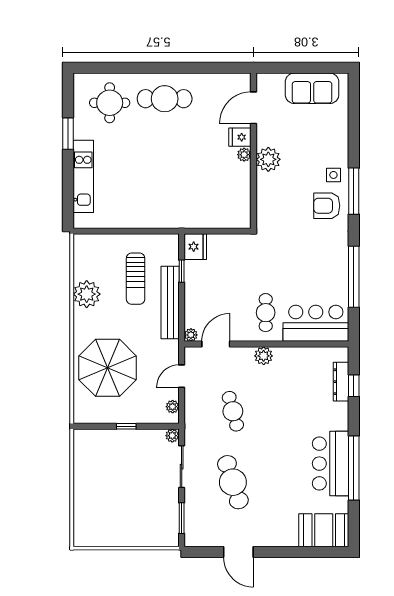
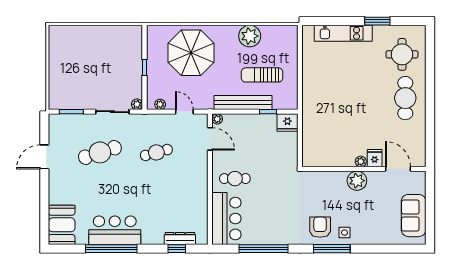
plant: (264, 356) -> (201, 177), removed

